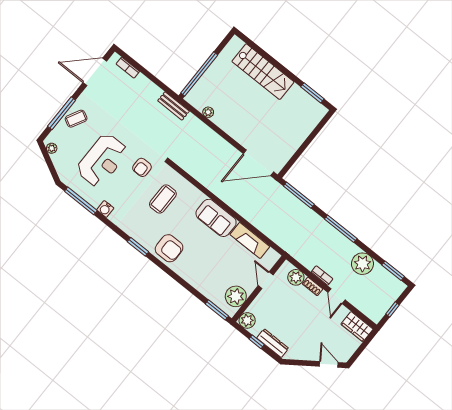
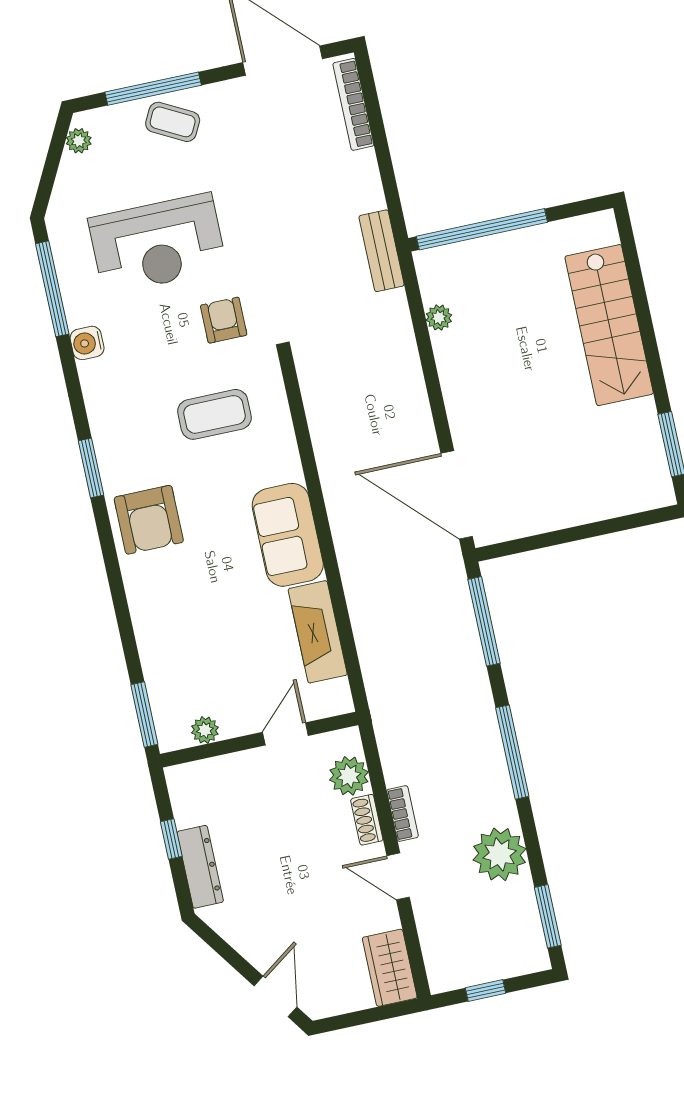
bookcase: (128, 68) -> (353, 104), width x1.56
armchair: (142, 167) -> (224, 320), turned 90
plant: (236, 296) -> (205, 730), width x0.53, depth x0.53
door: (337, 296) -> (398, 876), hinge flipped
plant: (247, 320) -> (186, 783), removed

